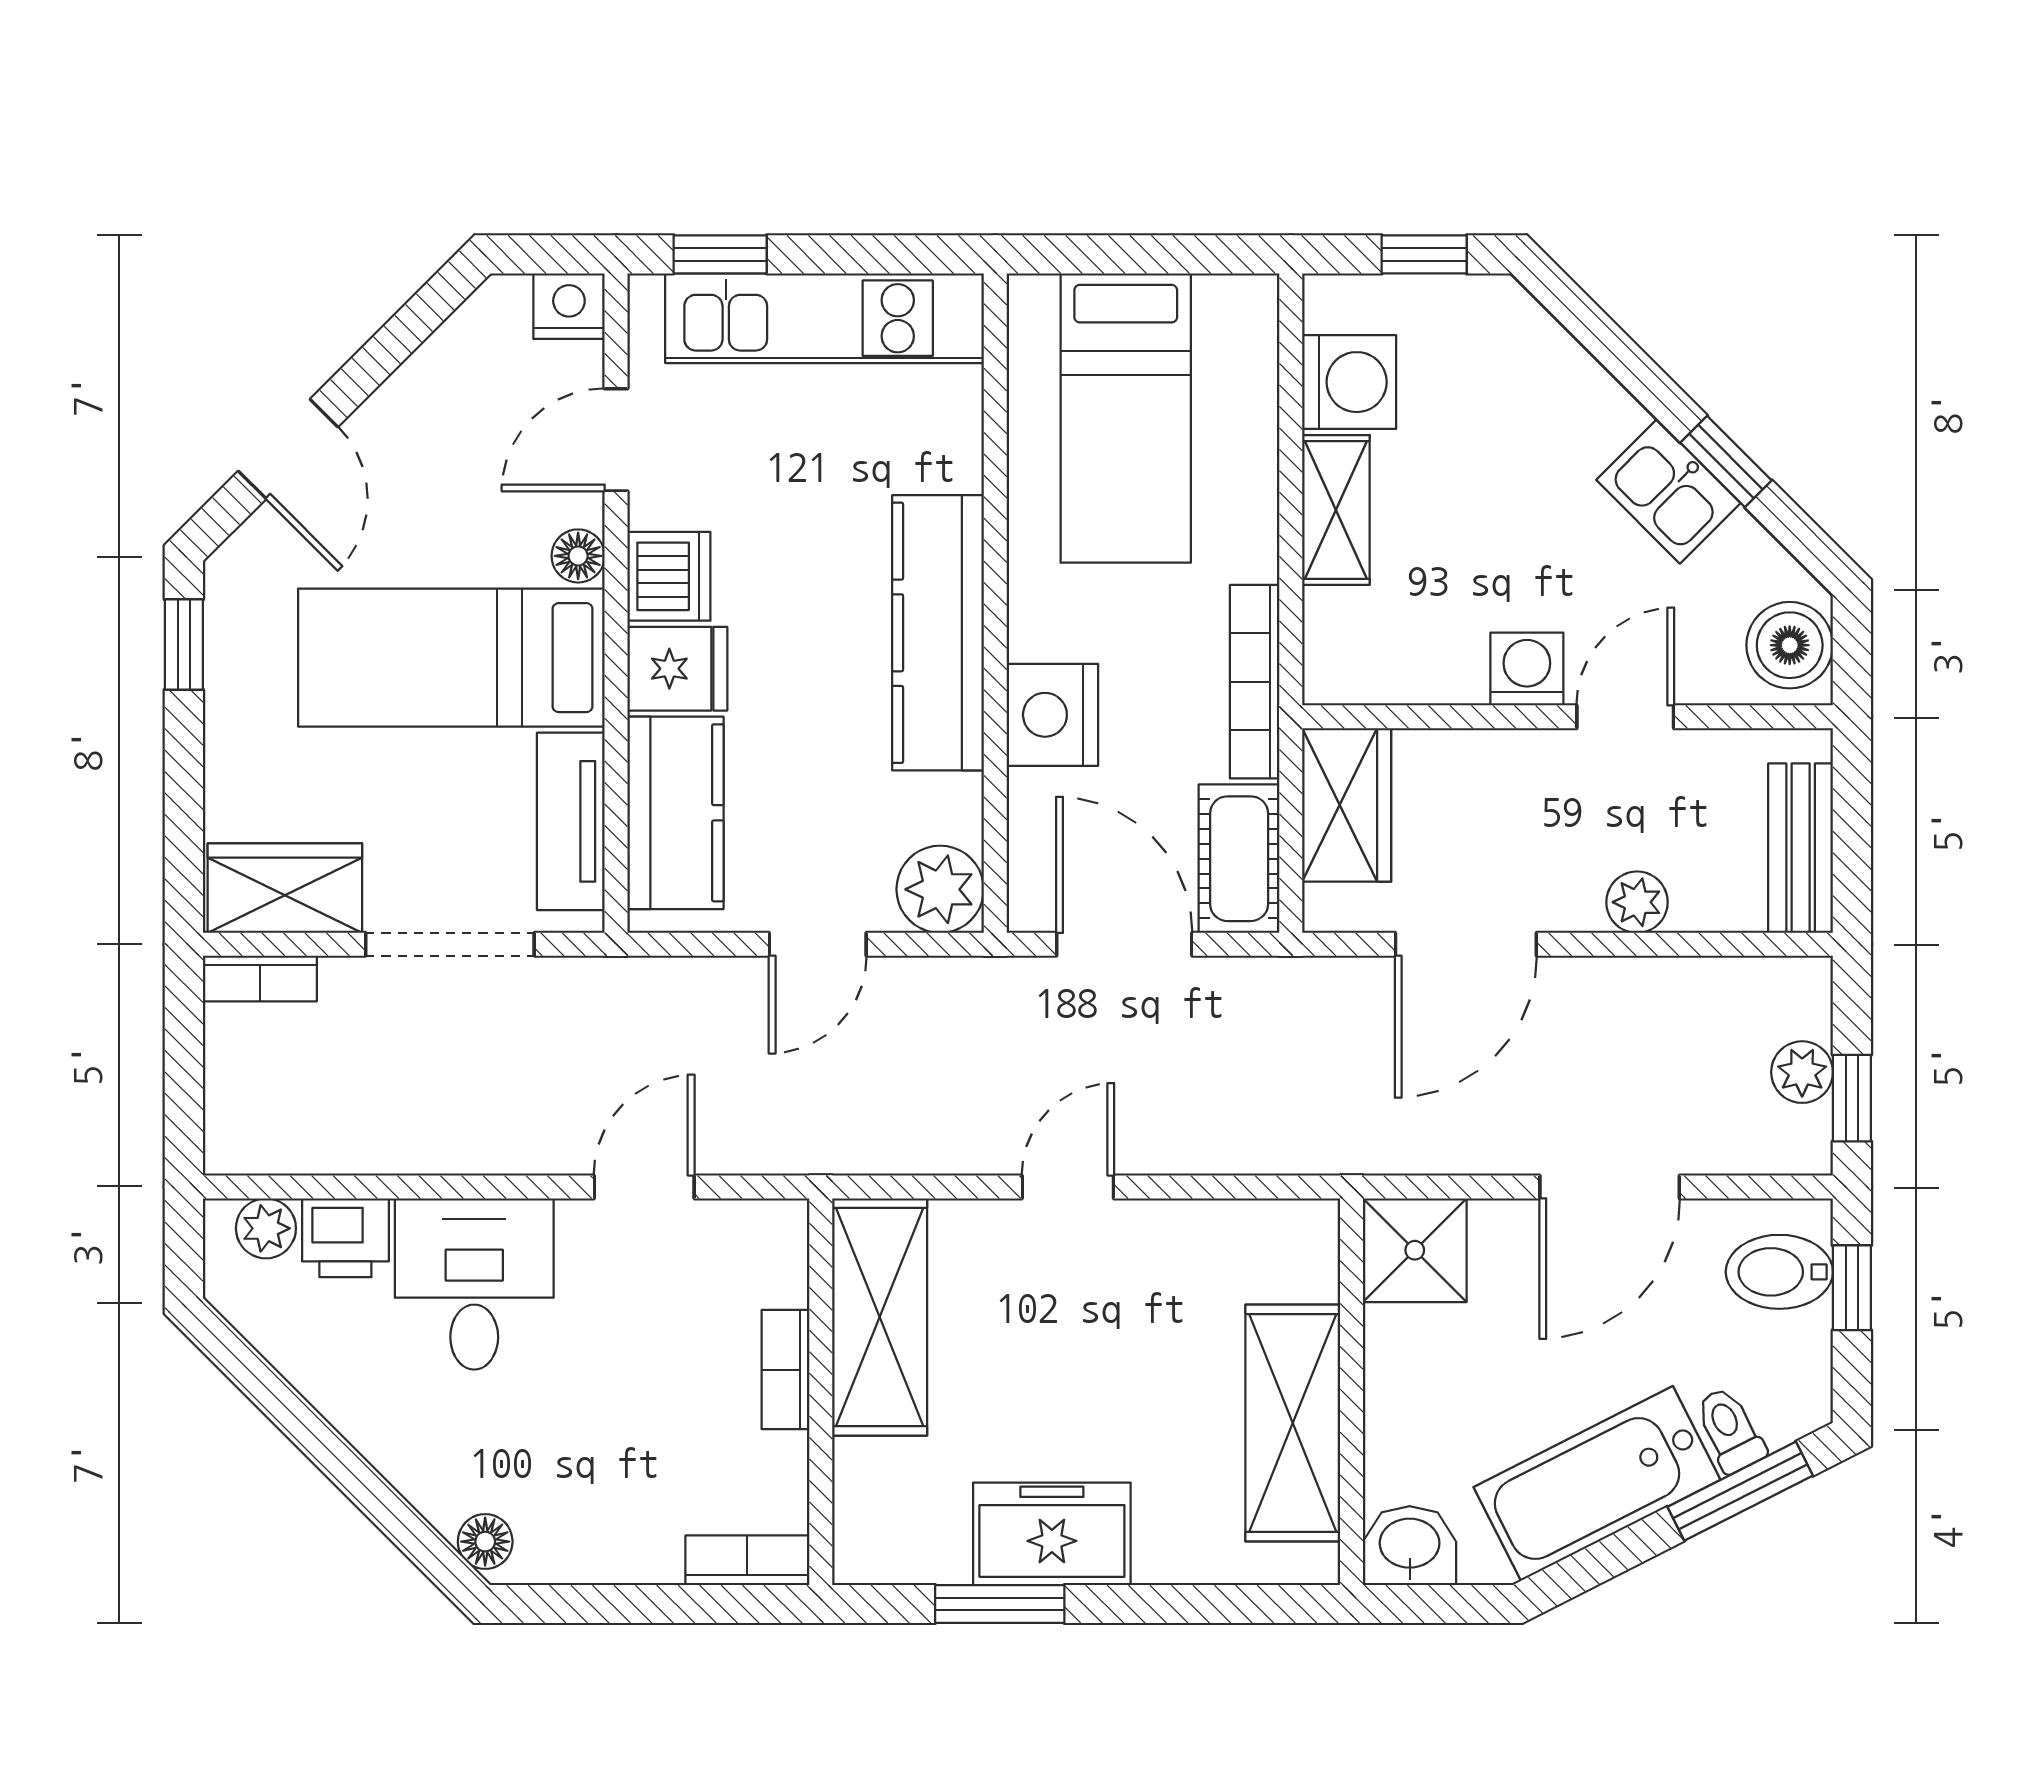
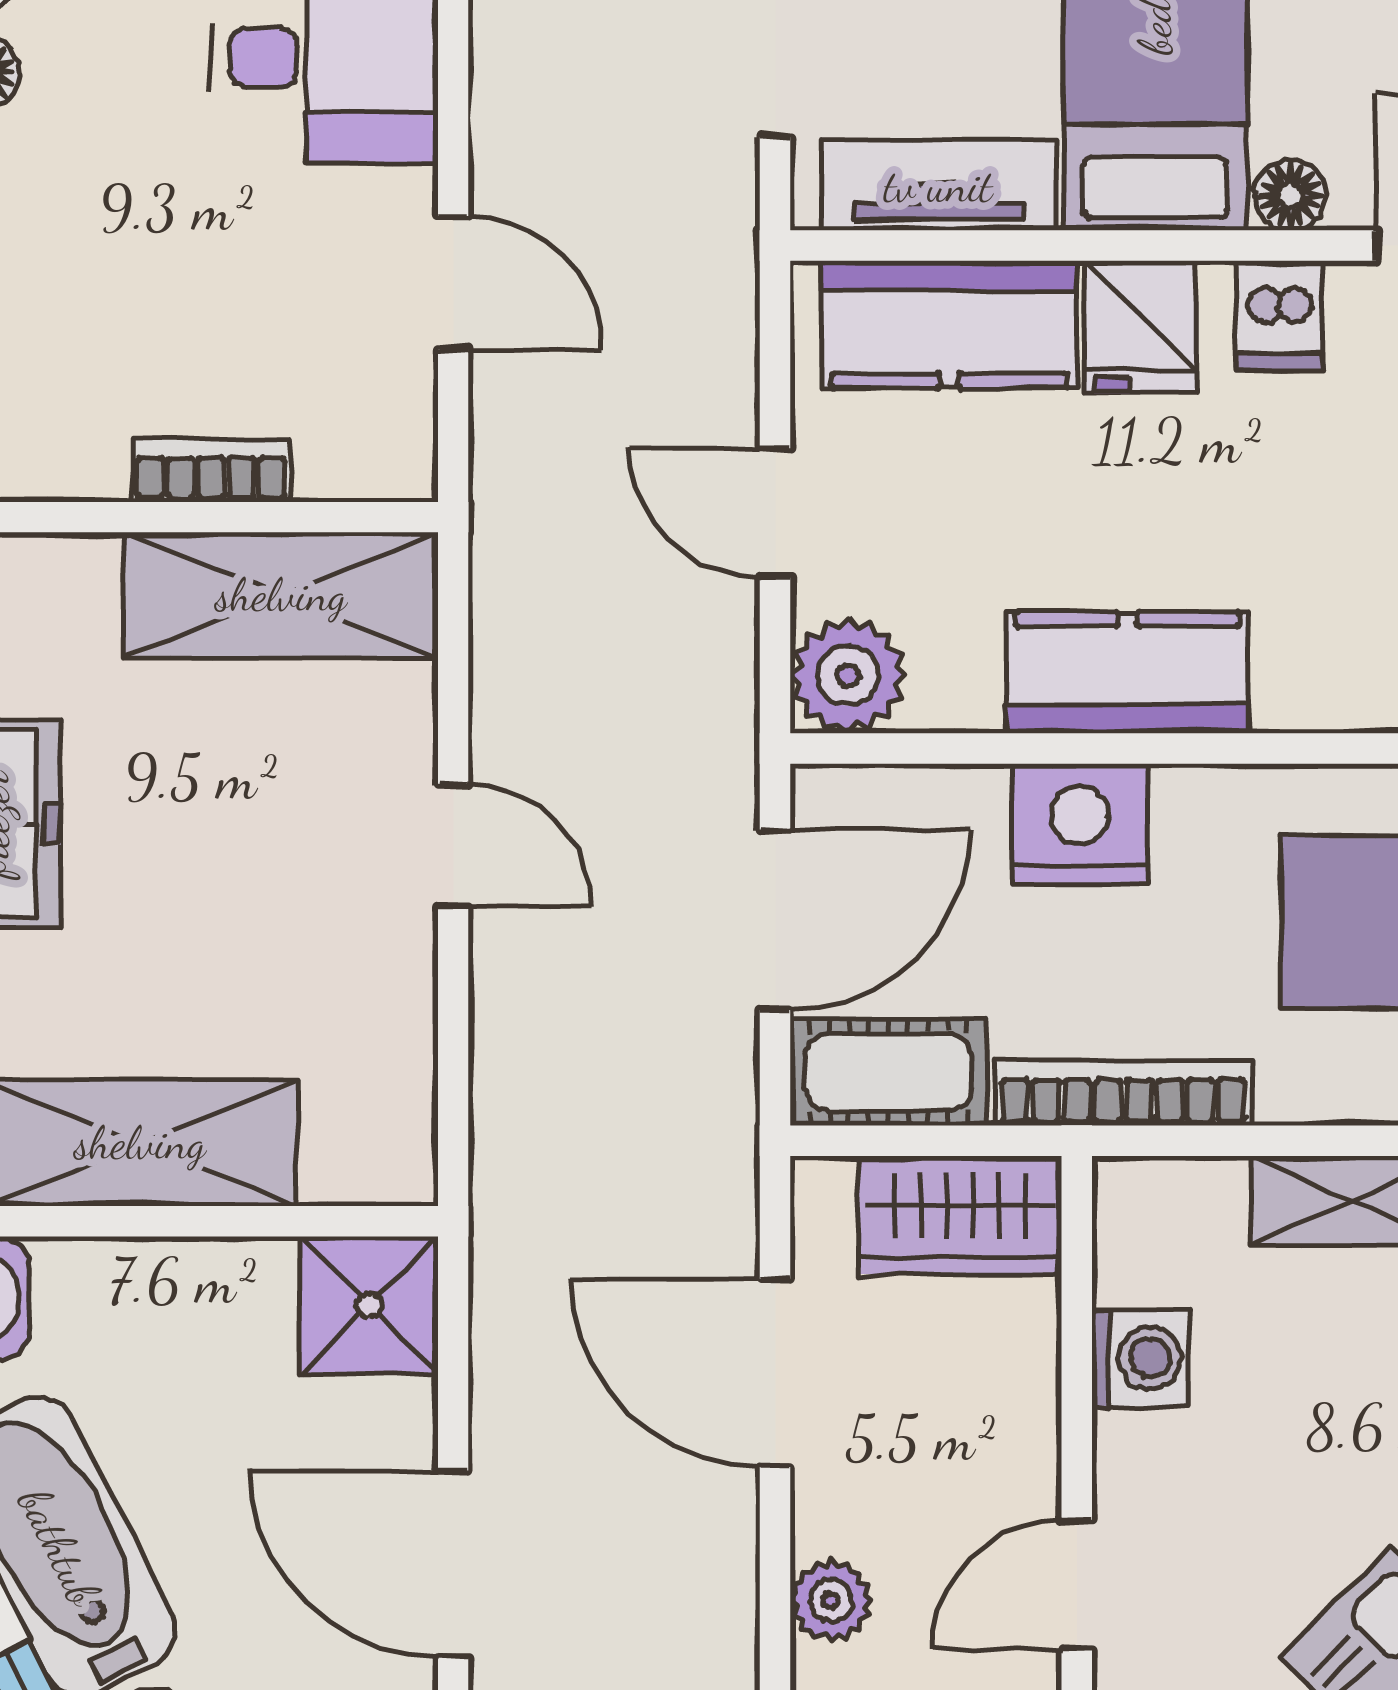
dishwasher: (669, 576) -> (1279, 316), width x0.73
kitchen counter: (938, 633) -> (1127, 673), width x0.67
washing machine: (1527, 669) -> (1140, 1358), moved
door: (1625, 717) -> (1077, 1584), swing flipped

